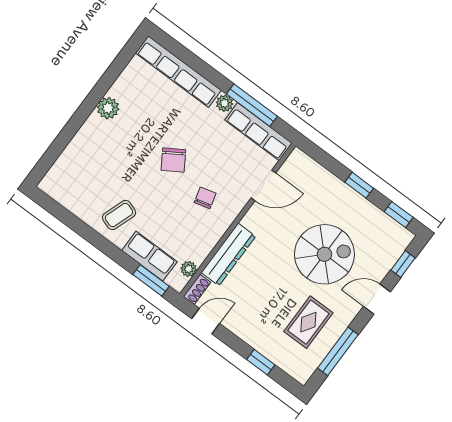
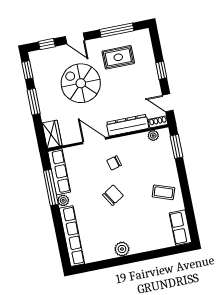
wardrobe: (305, 167) -> (52, 134), added
door: (263, 185) -> (94, 141), moved
window: (359, 185) -> (34, 102), width x1.50
row of seats: (149, 256) -> (180, 228), moved
window: (261, 362) -> (161, 70), moved

